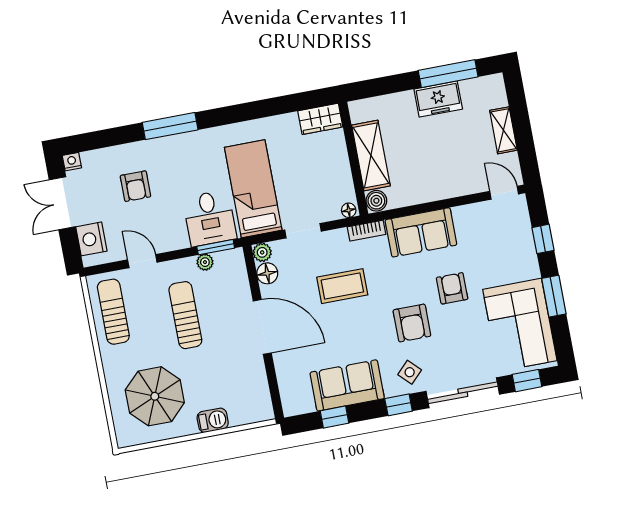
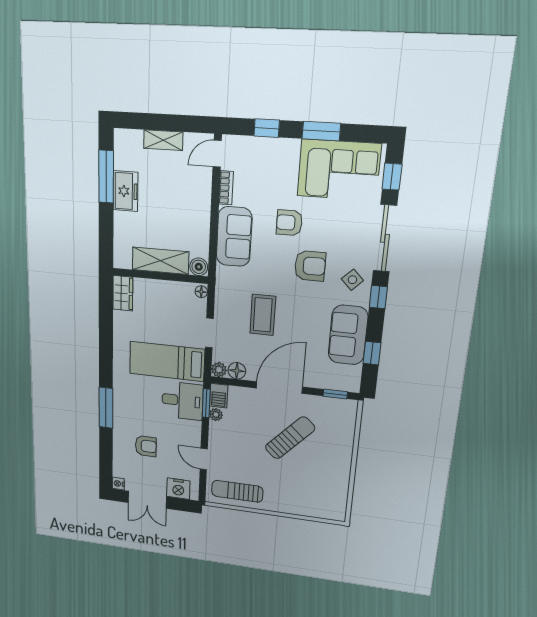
bookcase: (367, 231) -> (226, 188), moved
door: (142, 261) -> (204, 459), hinge flipped
sun lounger: (185, 315) -> (290, 438), moved, turned 133
window: (274, 391) -> (335, 394), added
parasol: (155, 396) -> (312, 483), removed
barbecue: (213, 420) -> (219, 396), moved, turned 180

